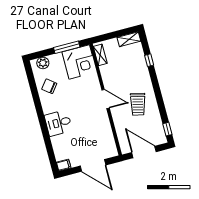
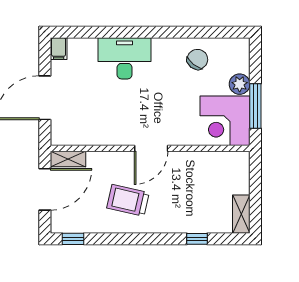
shelving: (100, 55) -> (68, 159), moved
plant: (43, 63) -> (240, 84), moved
desk: (58, 123) -> (125, 58), width x1.37

